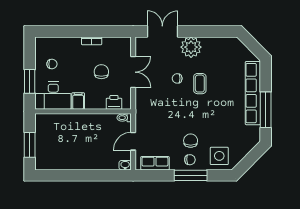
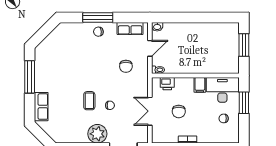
row of seats: (253, 93) -> (41, 107), width x0.50
chair: (191, 141) -> (126, 66), moved
side table: (219, 156) -> (72, 35), removed

